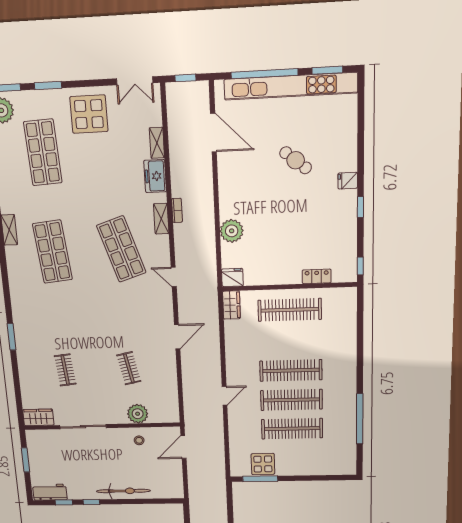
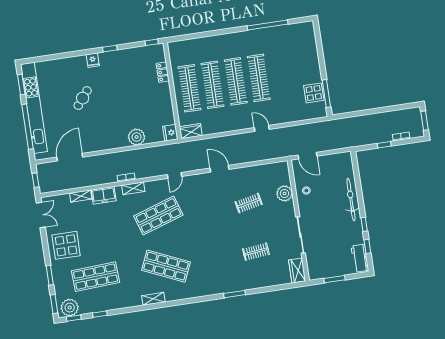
shop shelf: (52, 252) -> (166, 266), turned 30
clothes rail: (292, 429) -> (213, 85), moved

